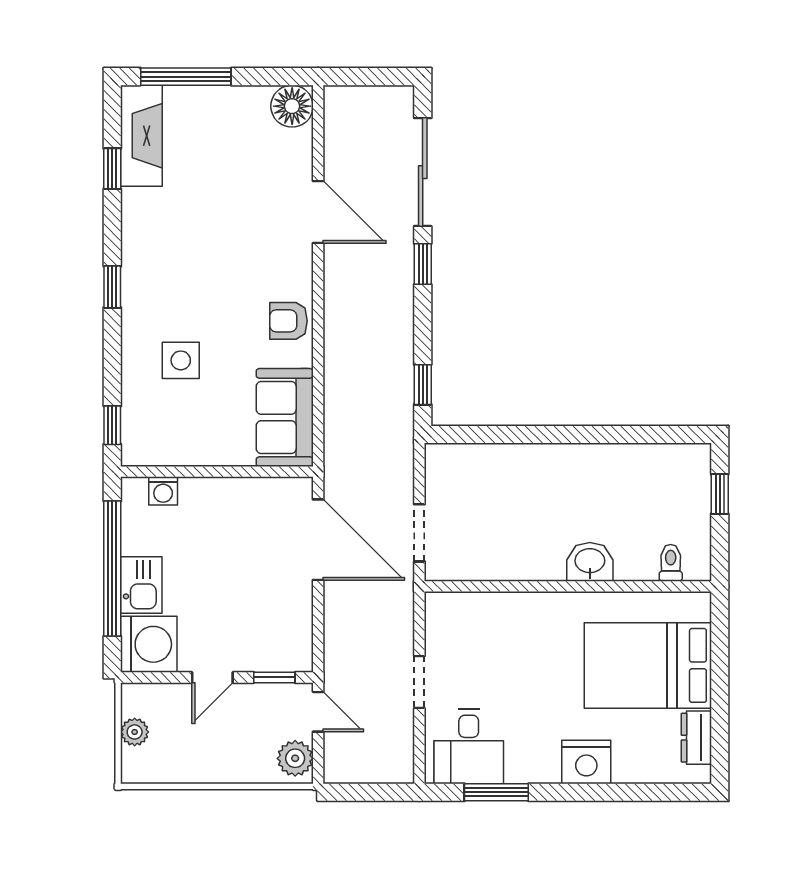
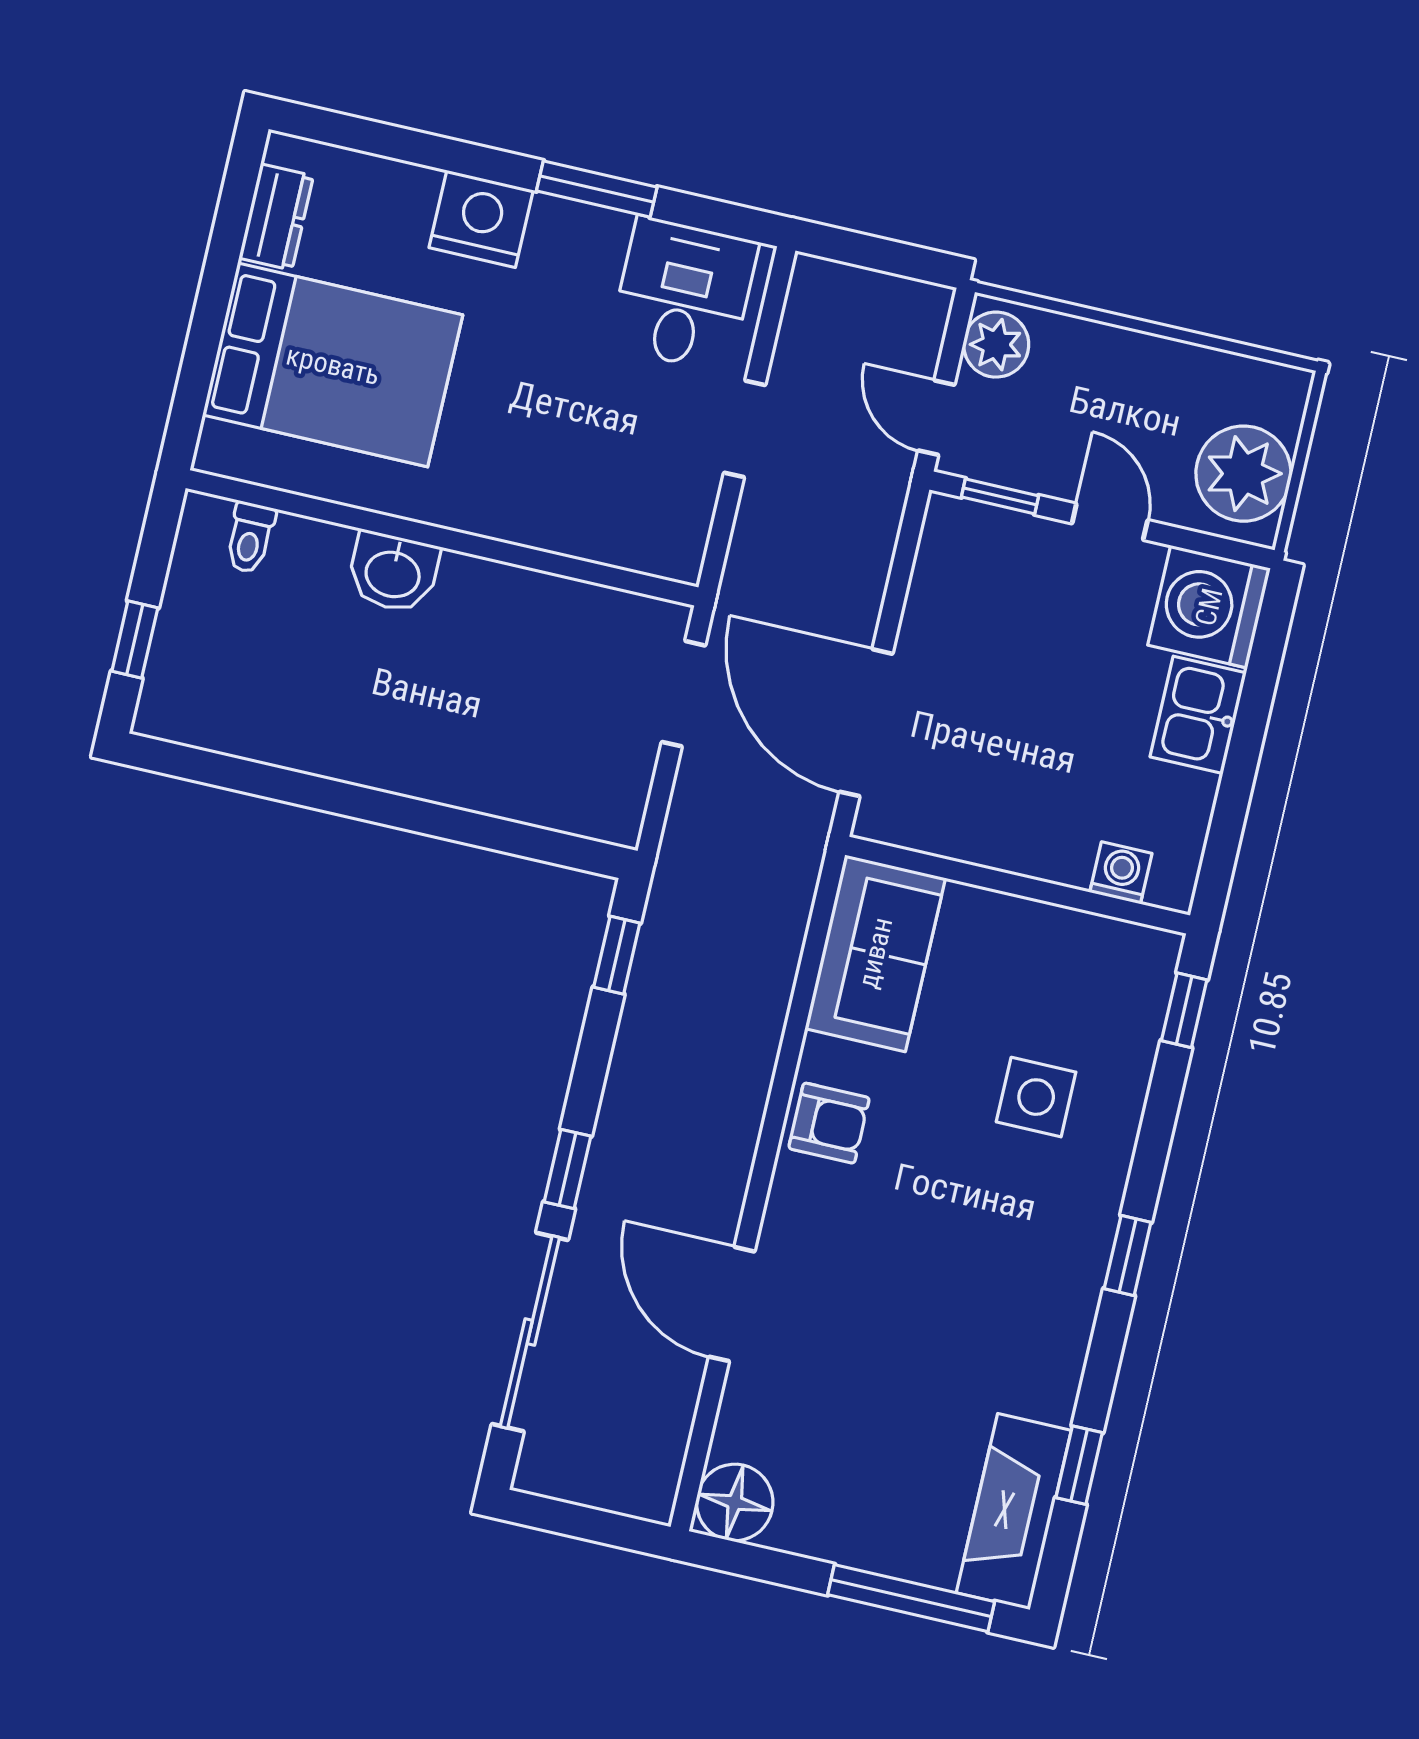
window: (112, 569) -> (1243, 756), removed
door: (212, 677) -> (1110, 522), hinge flipped
plant: (135, 732) -> (1243, 474), width x1.88, depth x1.88
window: (496, 792) -> (597, 189), moved

